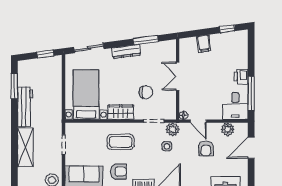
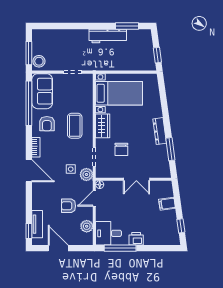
sliding door: (89, 48) -> (163, 96), removed
double door: (178, 76) -> (136, 179), swing flipped
shelving: (25, 147) -> (70, 36), removed
door: (251, 148) -> (58, 248), moved

